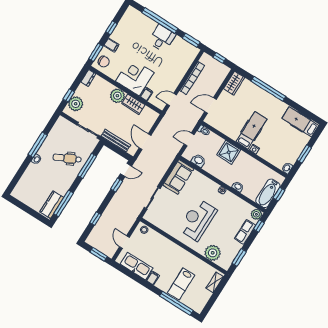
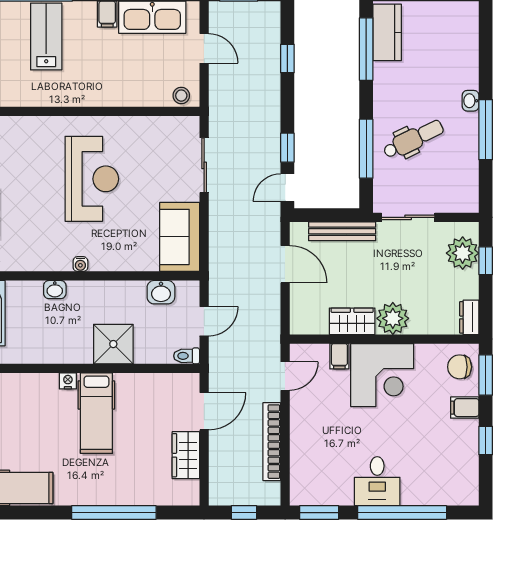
wardrobe: (234, 83) -> (186, 455), moved
plant: (213, 253) -> (23, 134), removed

